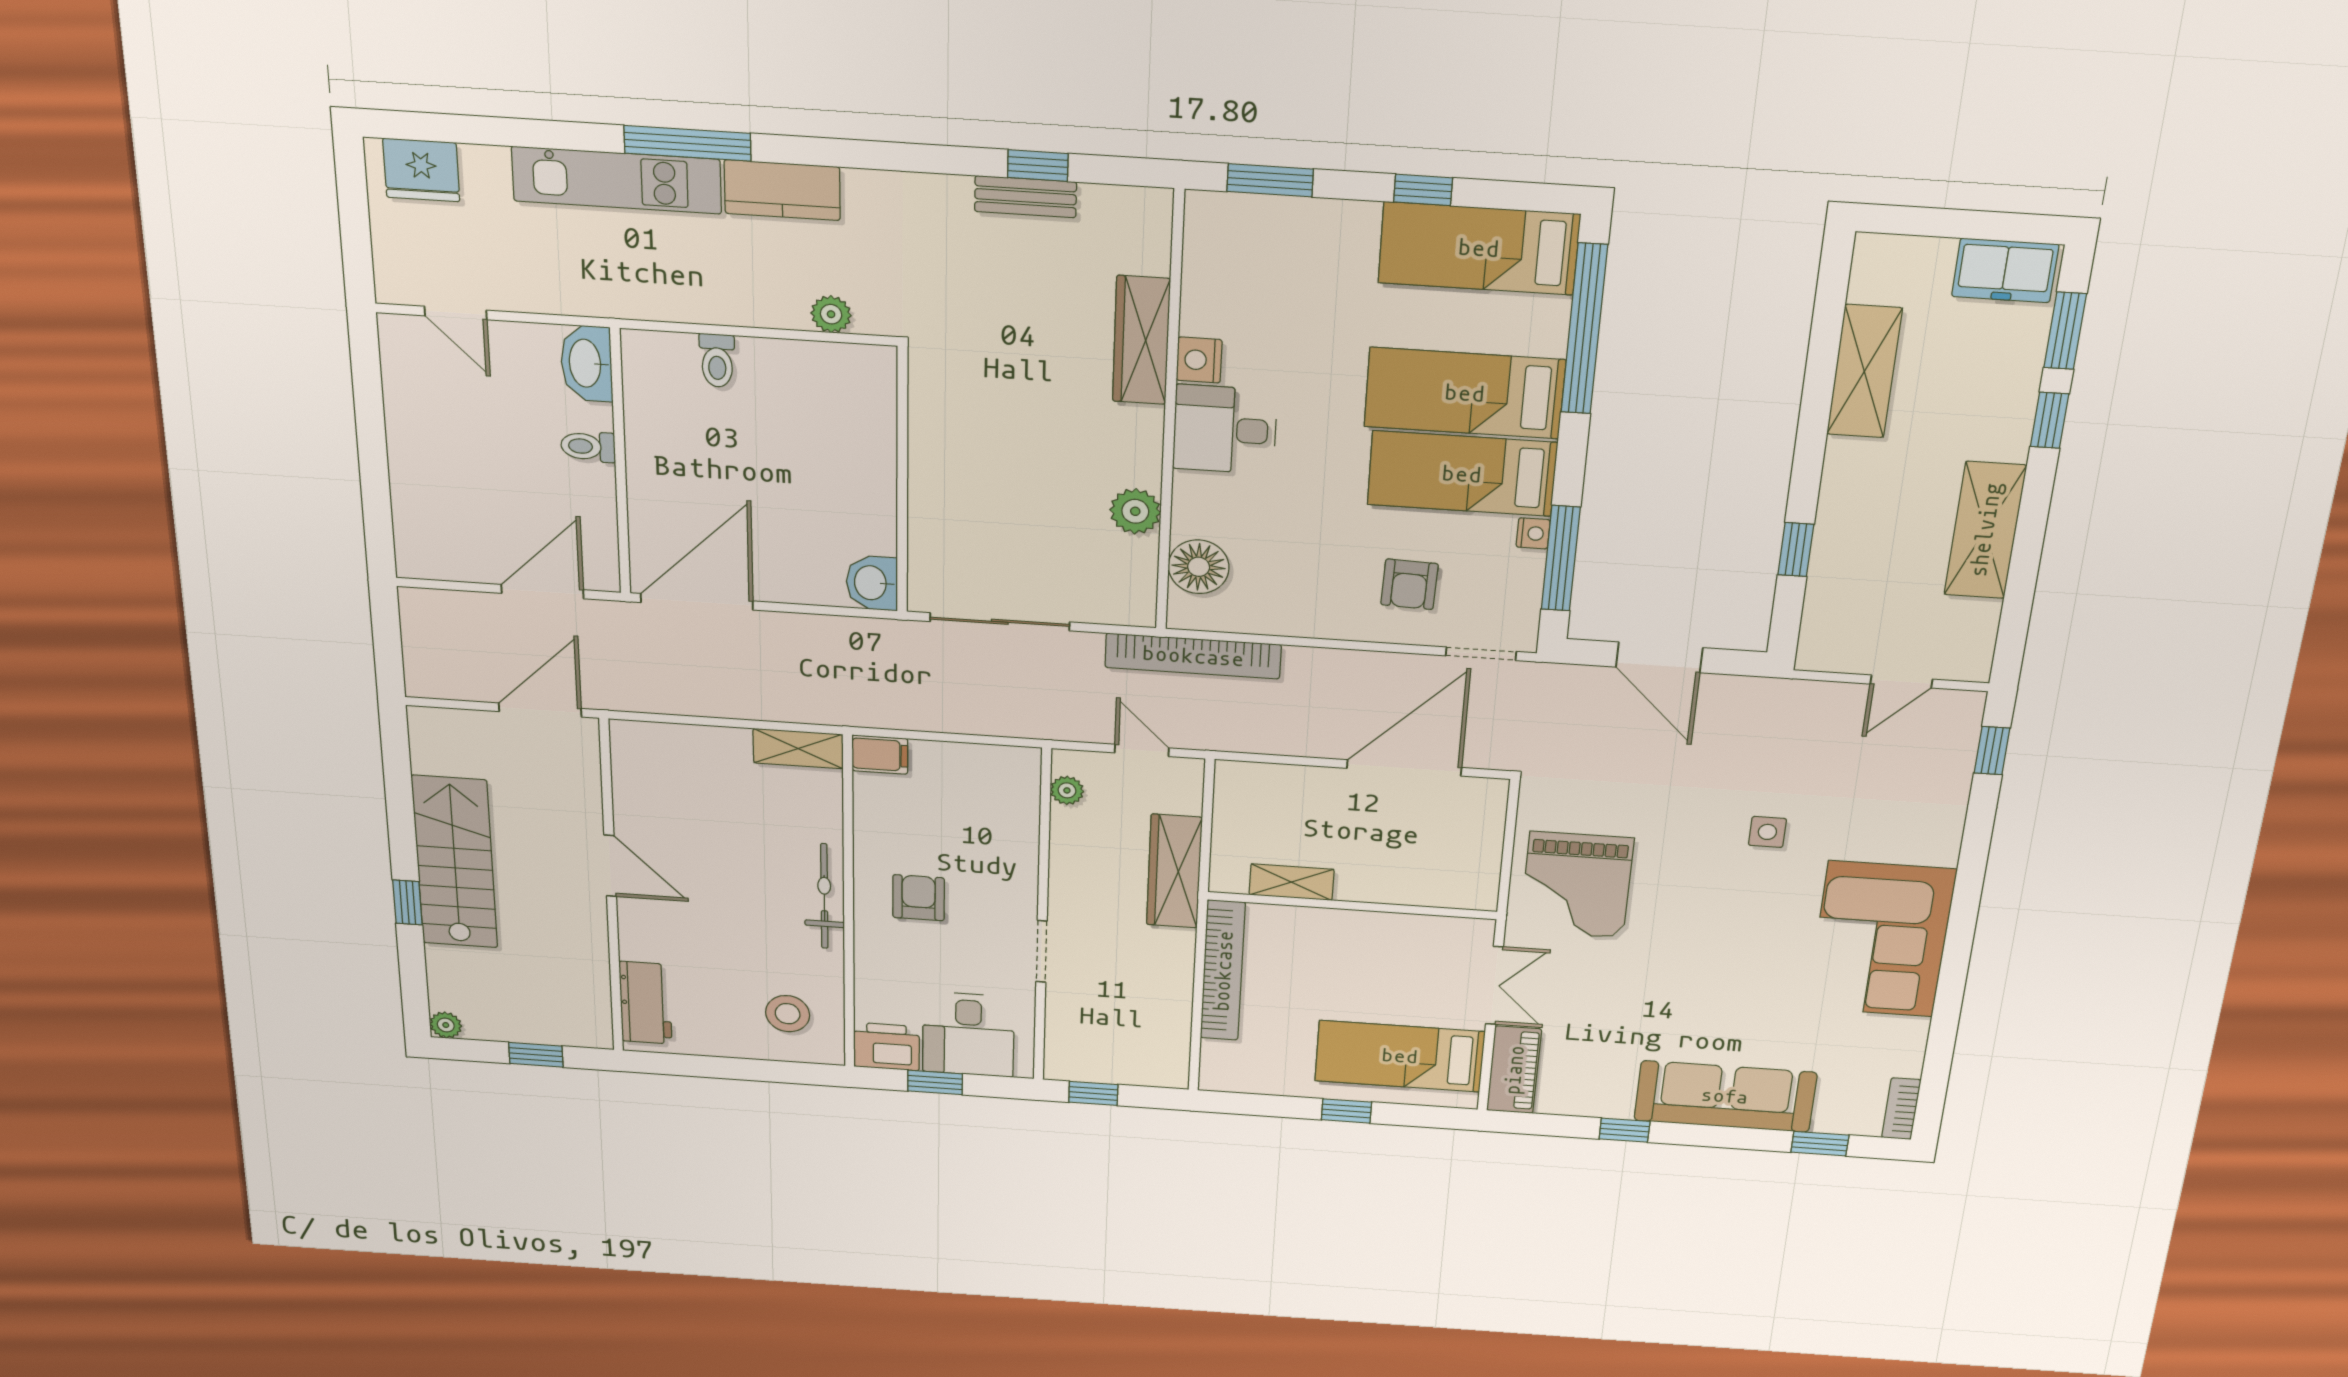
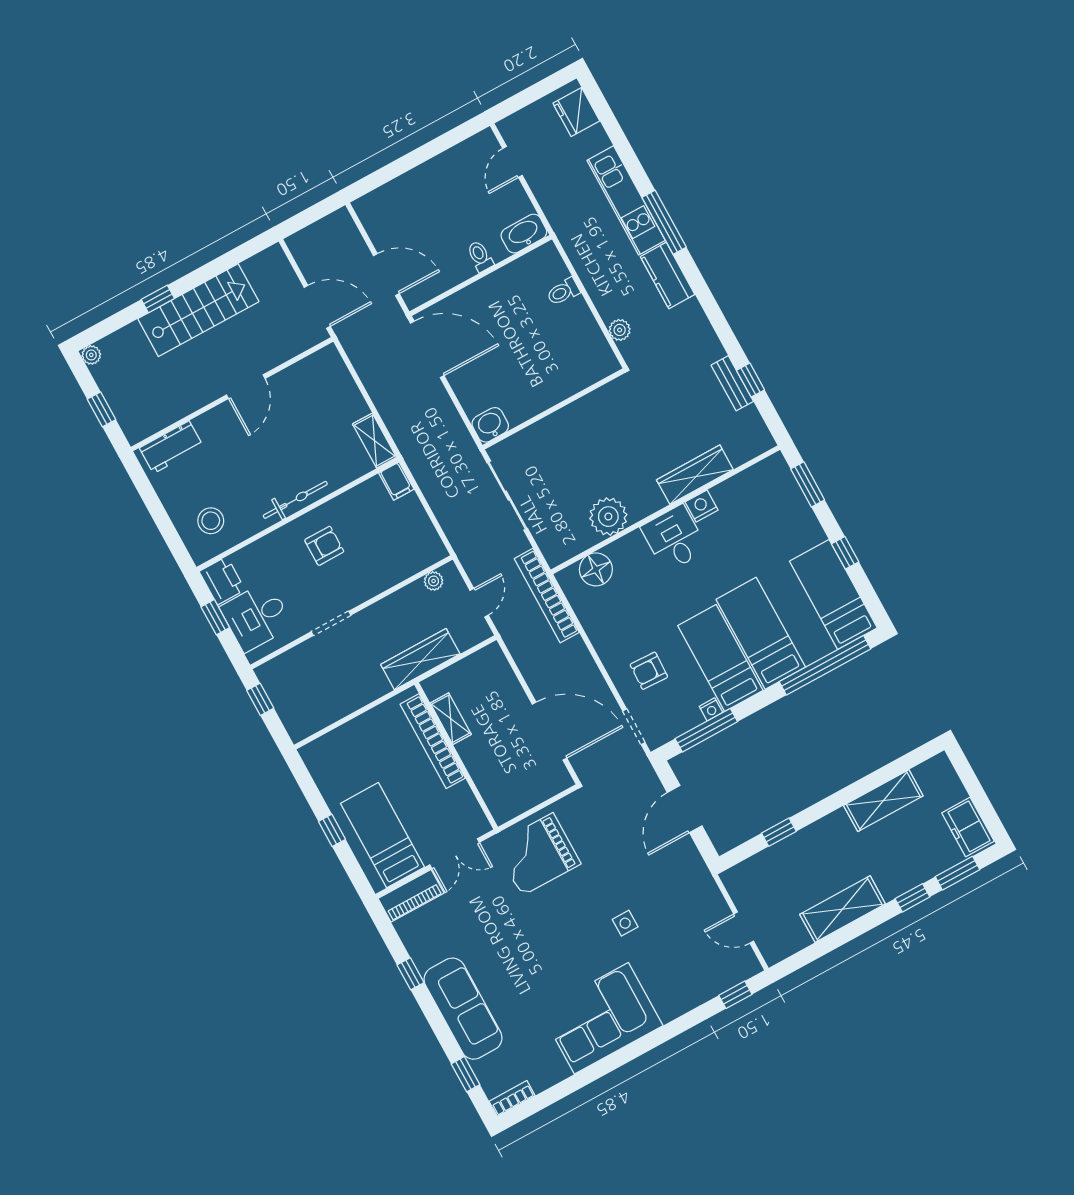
plant: (1135, 511) -> (608, 517), width x1.36, depth x1.36
bookcase: (1223, 971) -> (433, 741), moved, turned 90

